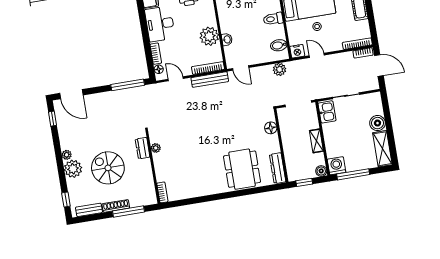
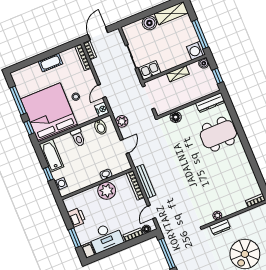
door: (241, 68) -> (125, 147), moved

